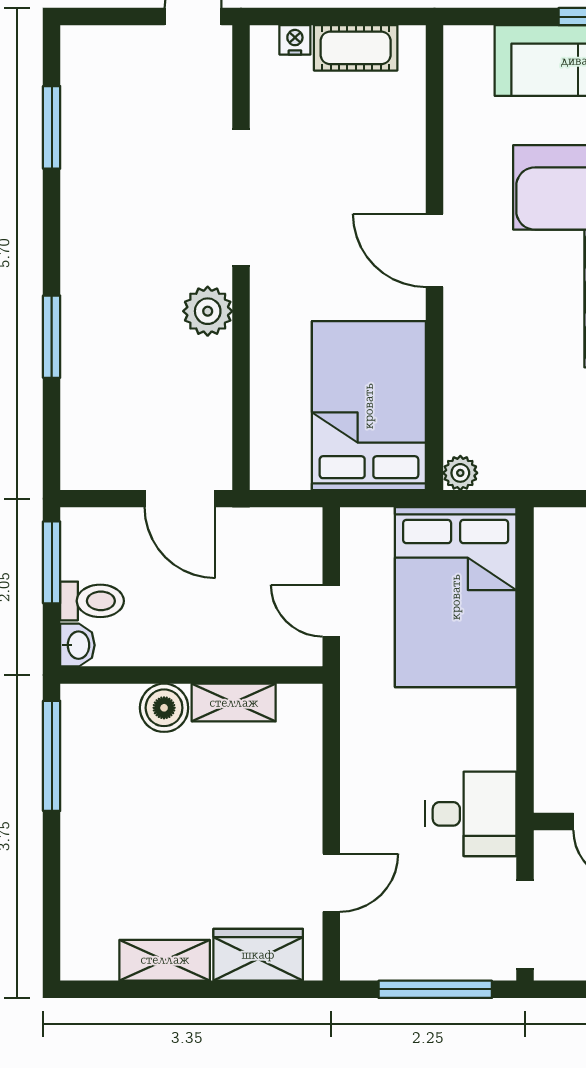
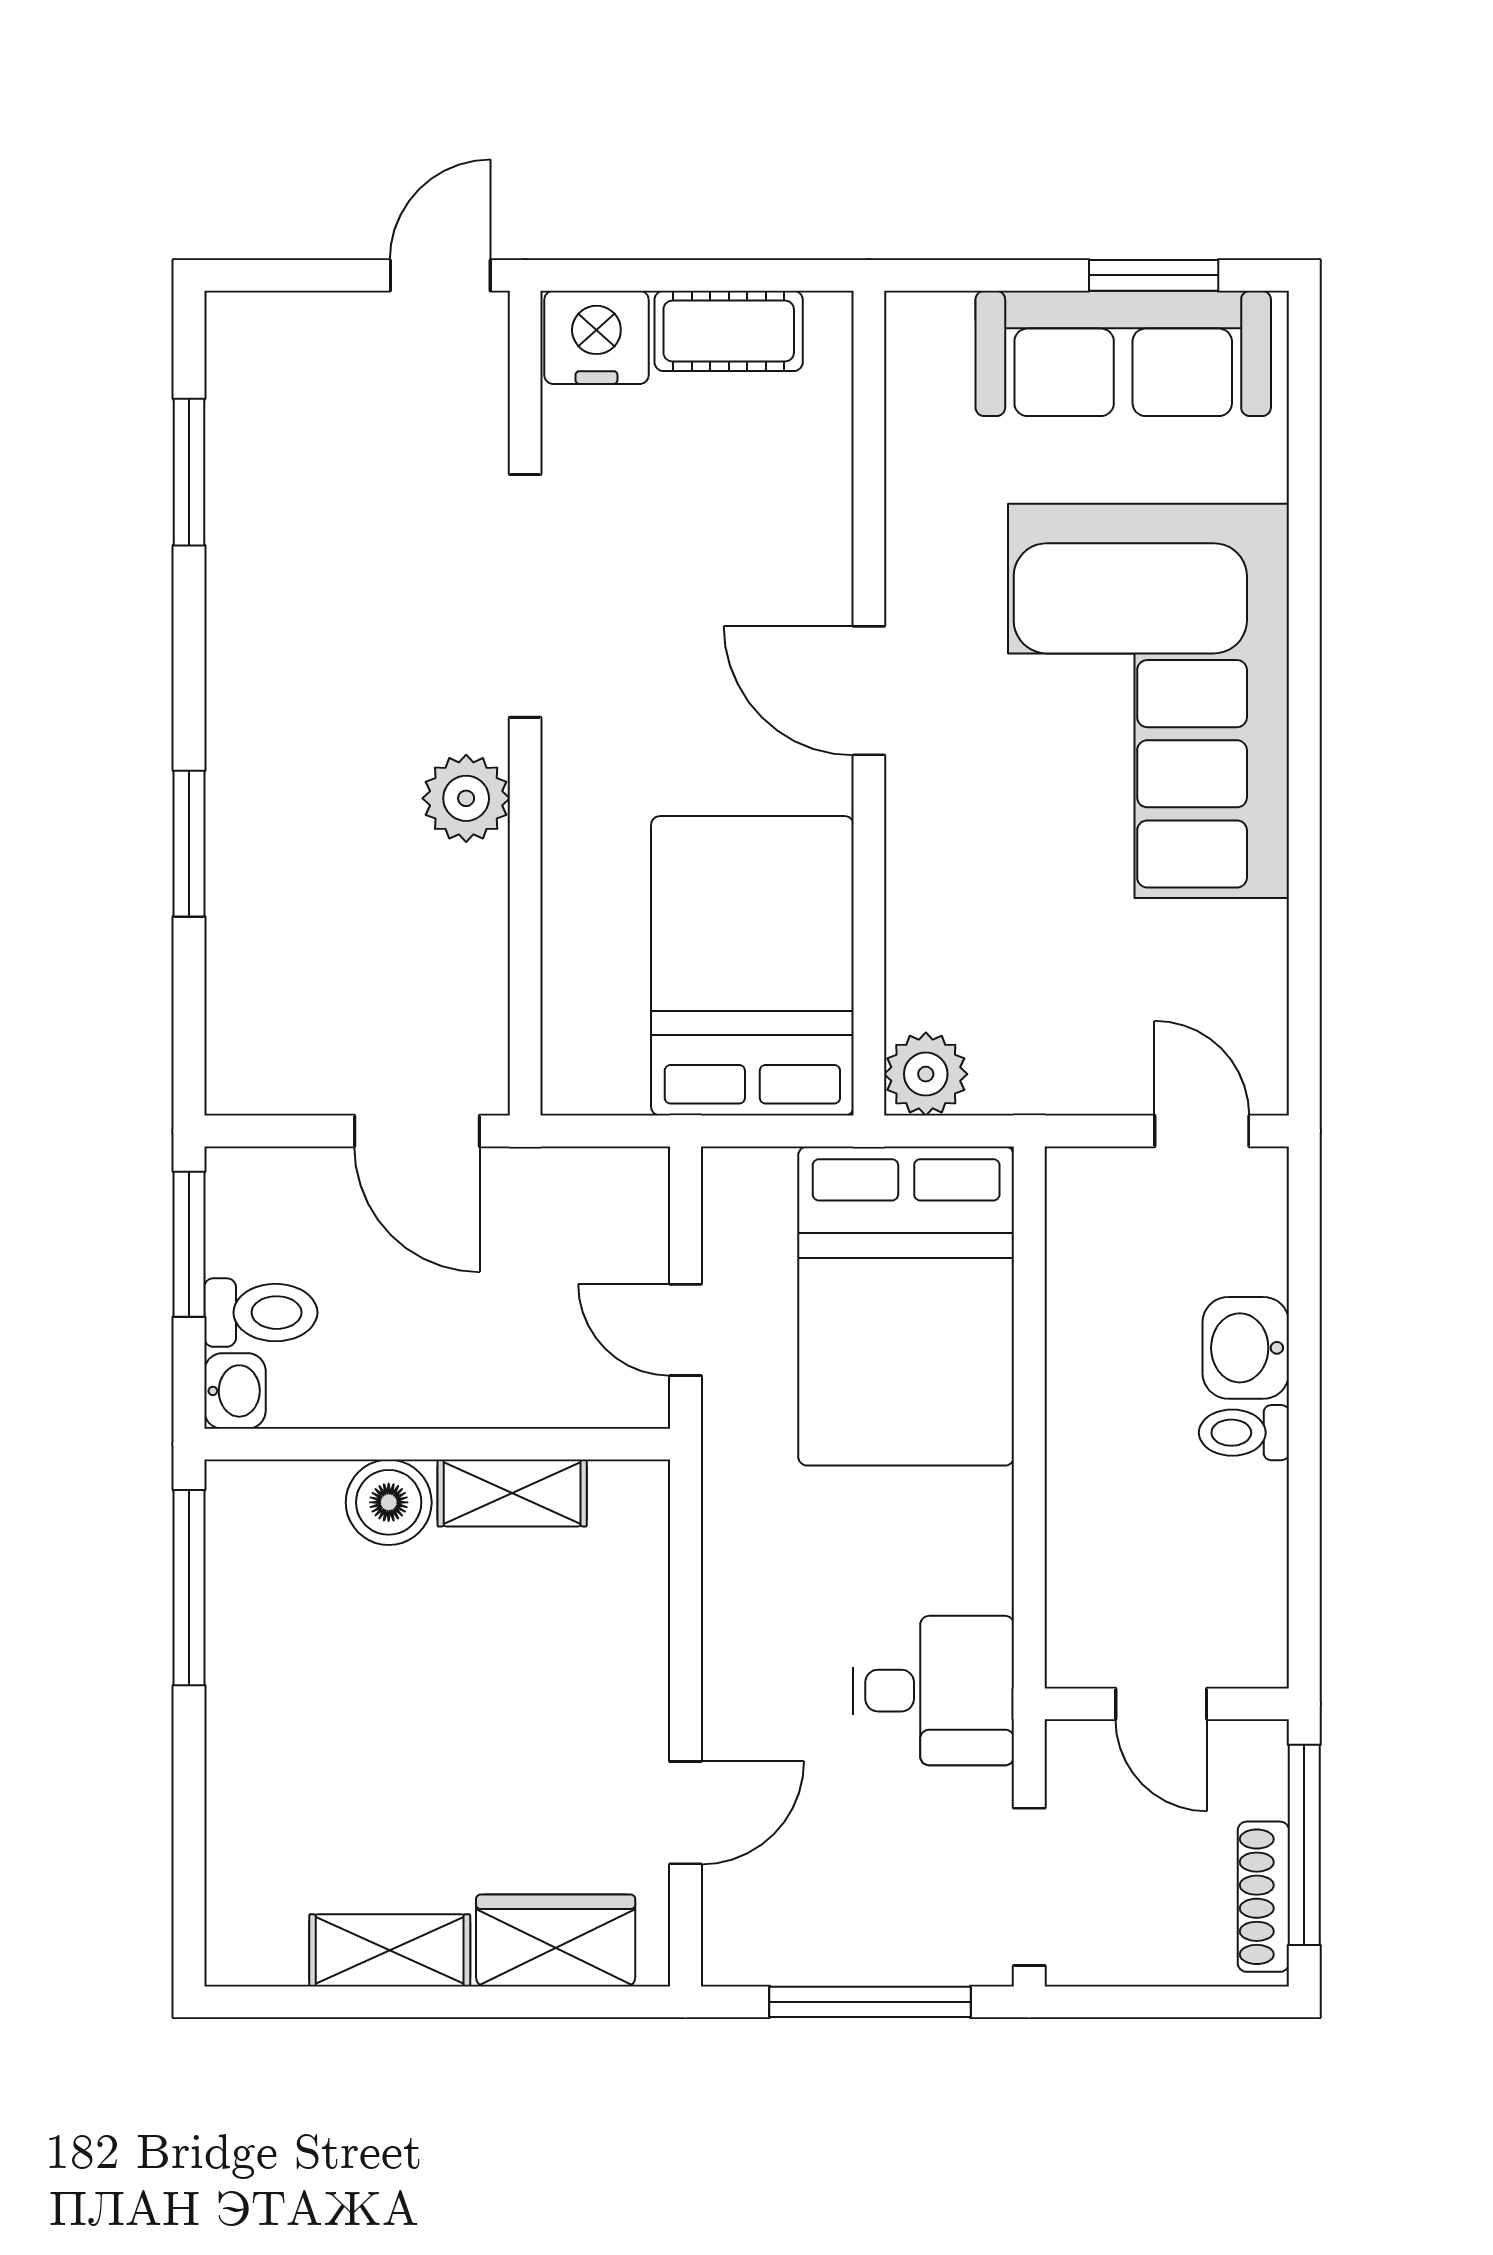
nightstand: (295, 40) -> (596, 337), width x1.89, depth x1.79
plant: (460, 473) -> (926, 1074), width x1.38, depth x1.38

